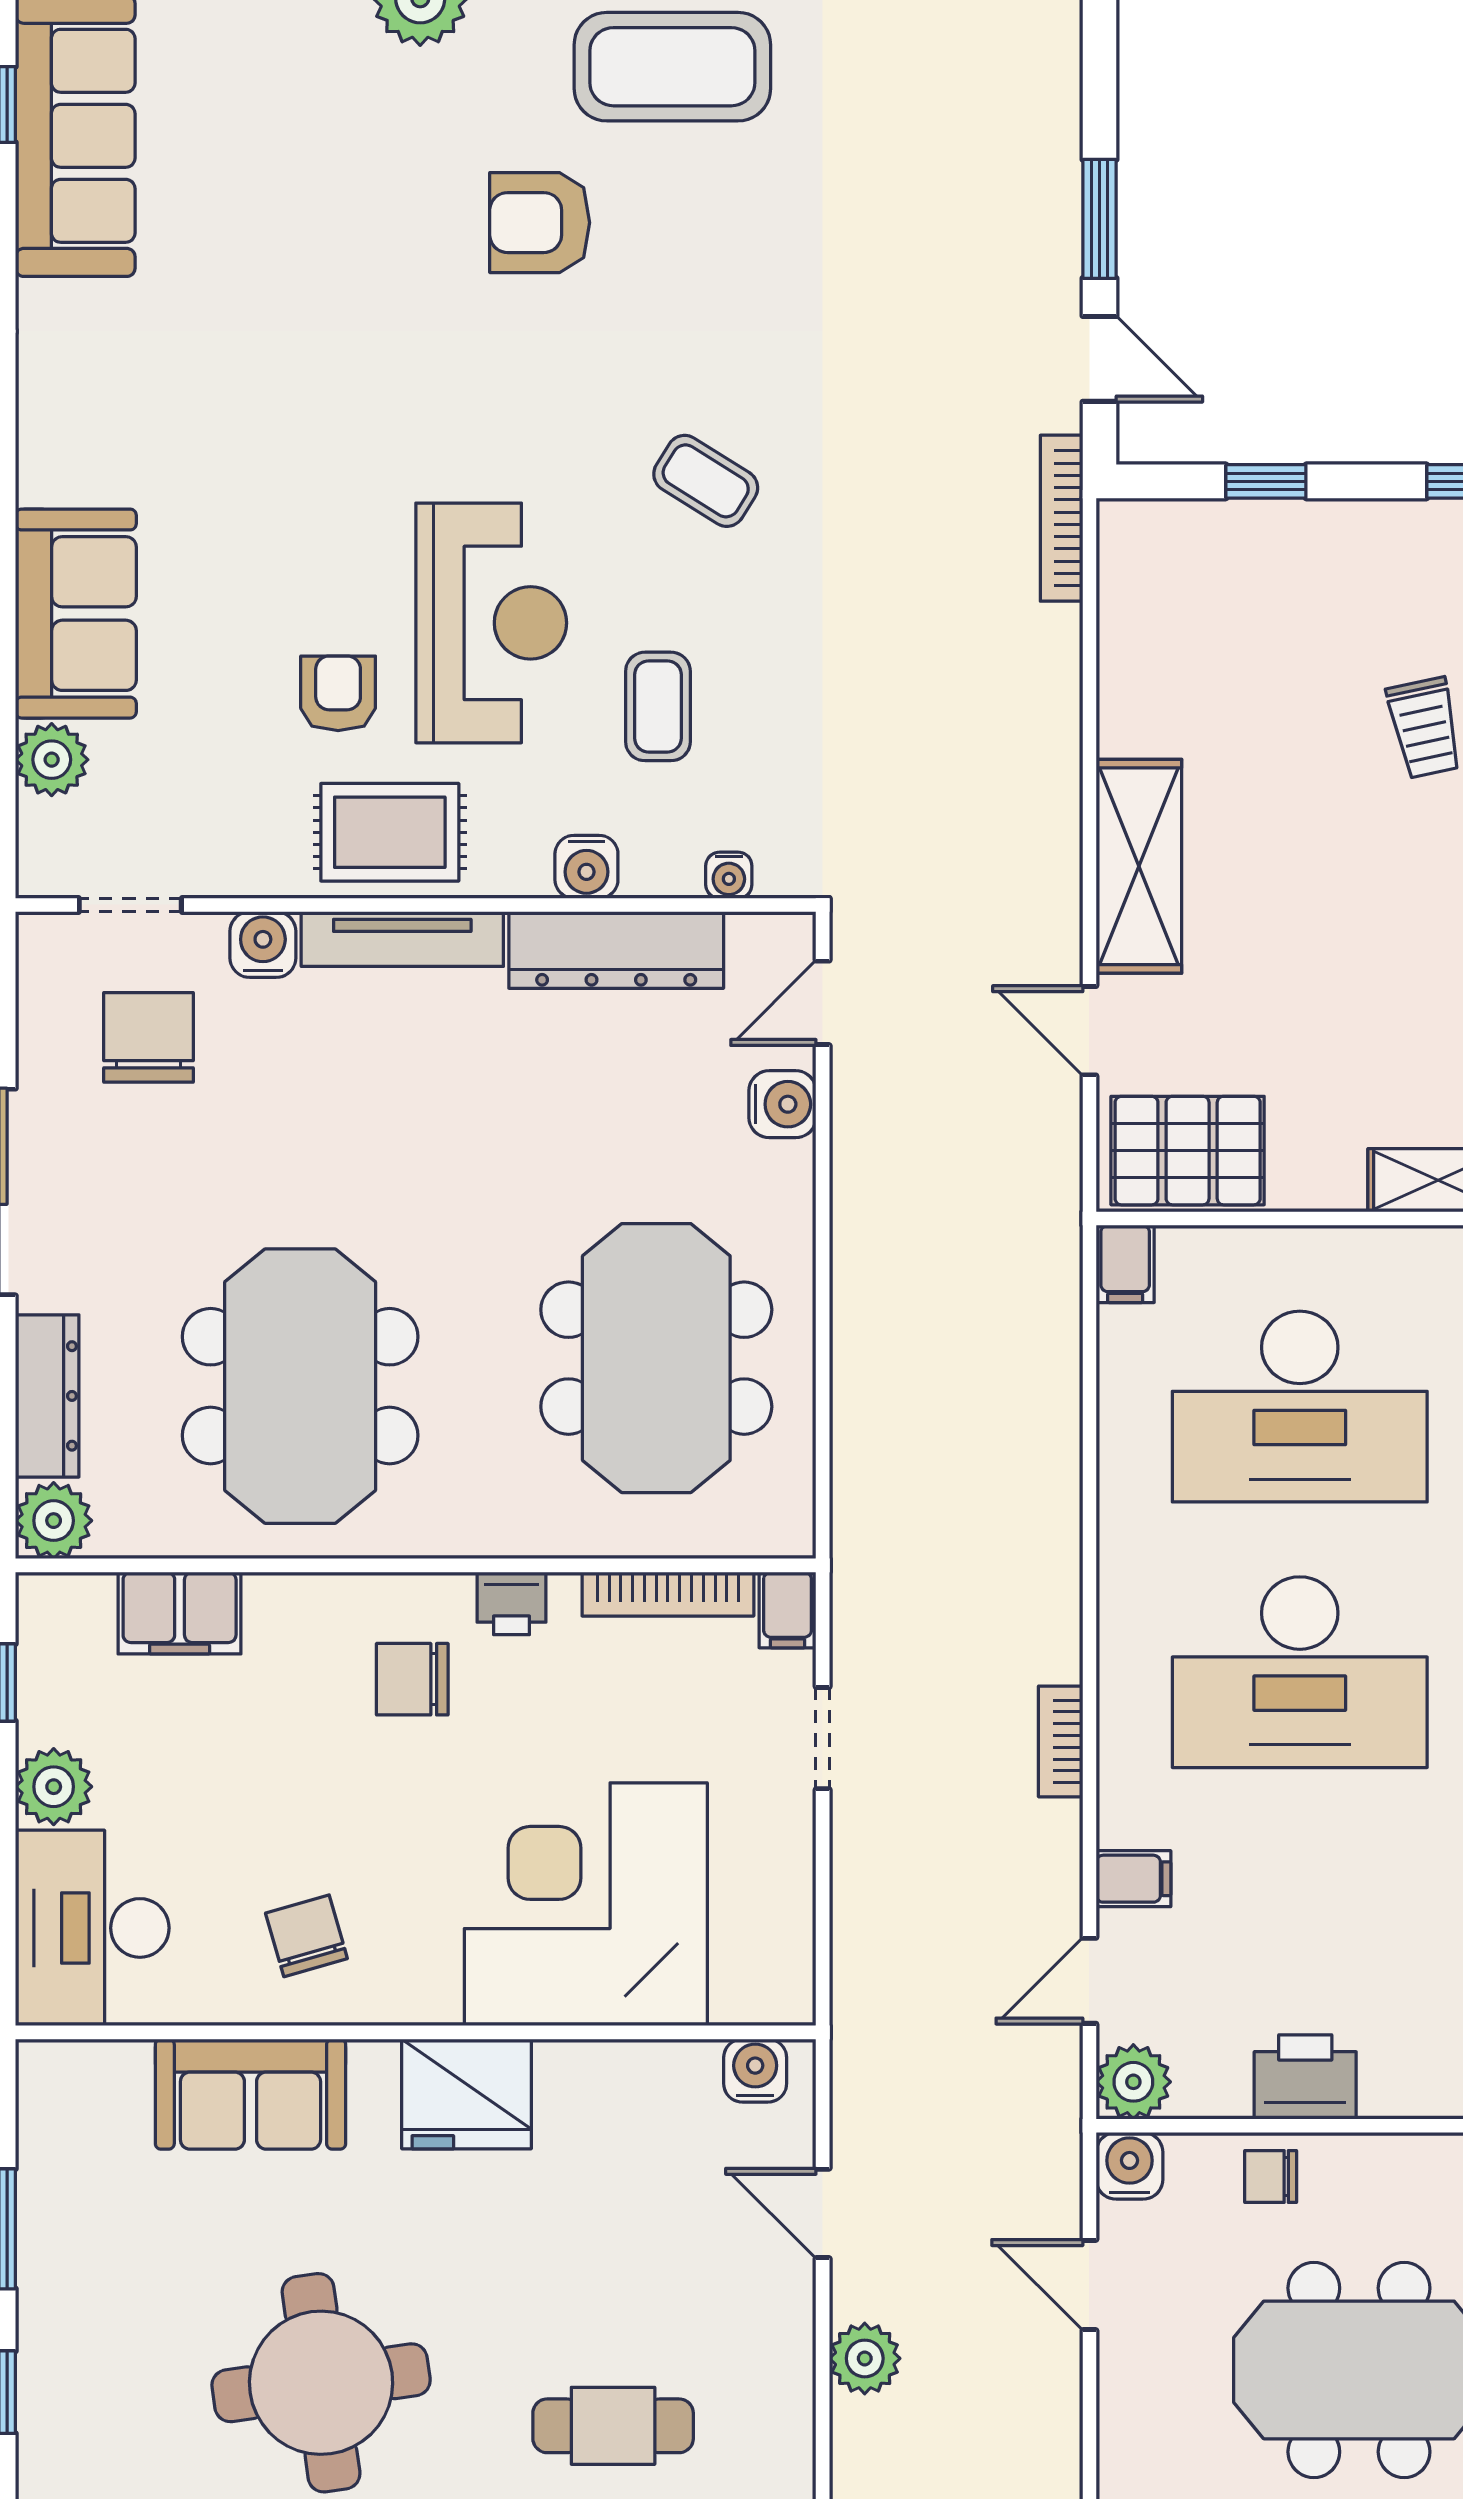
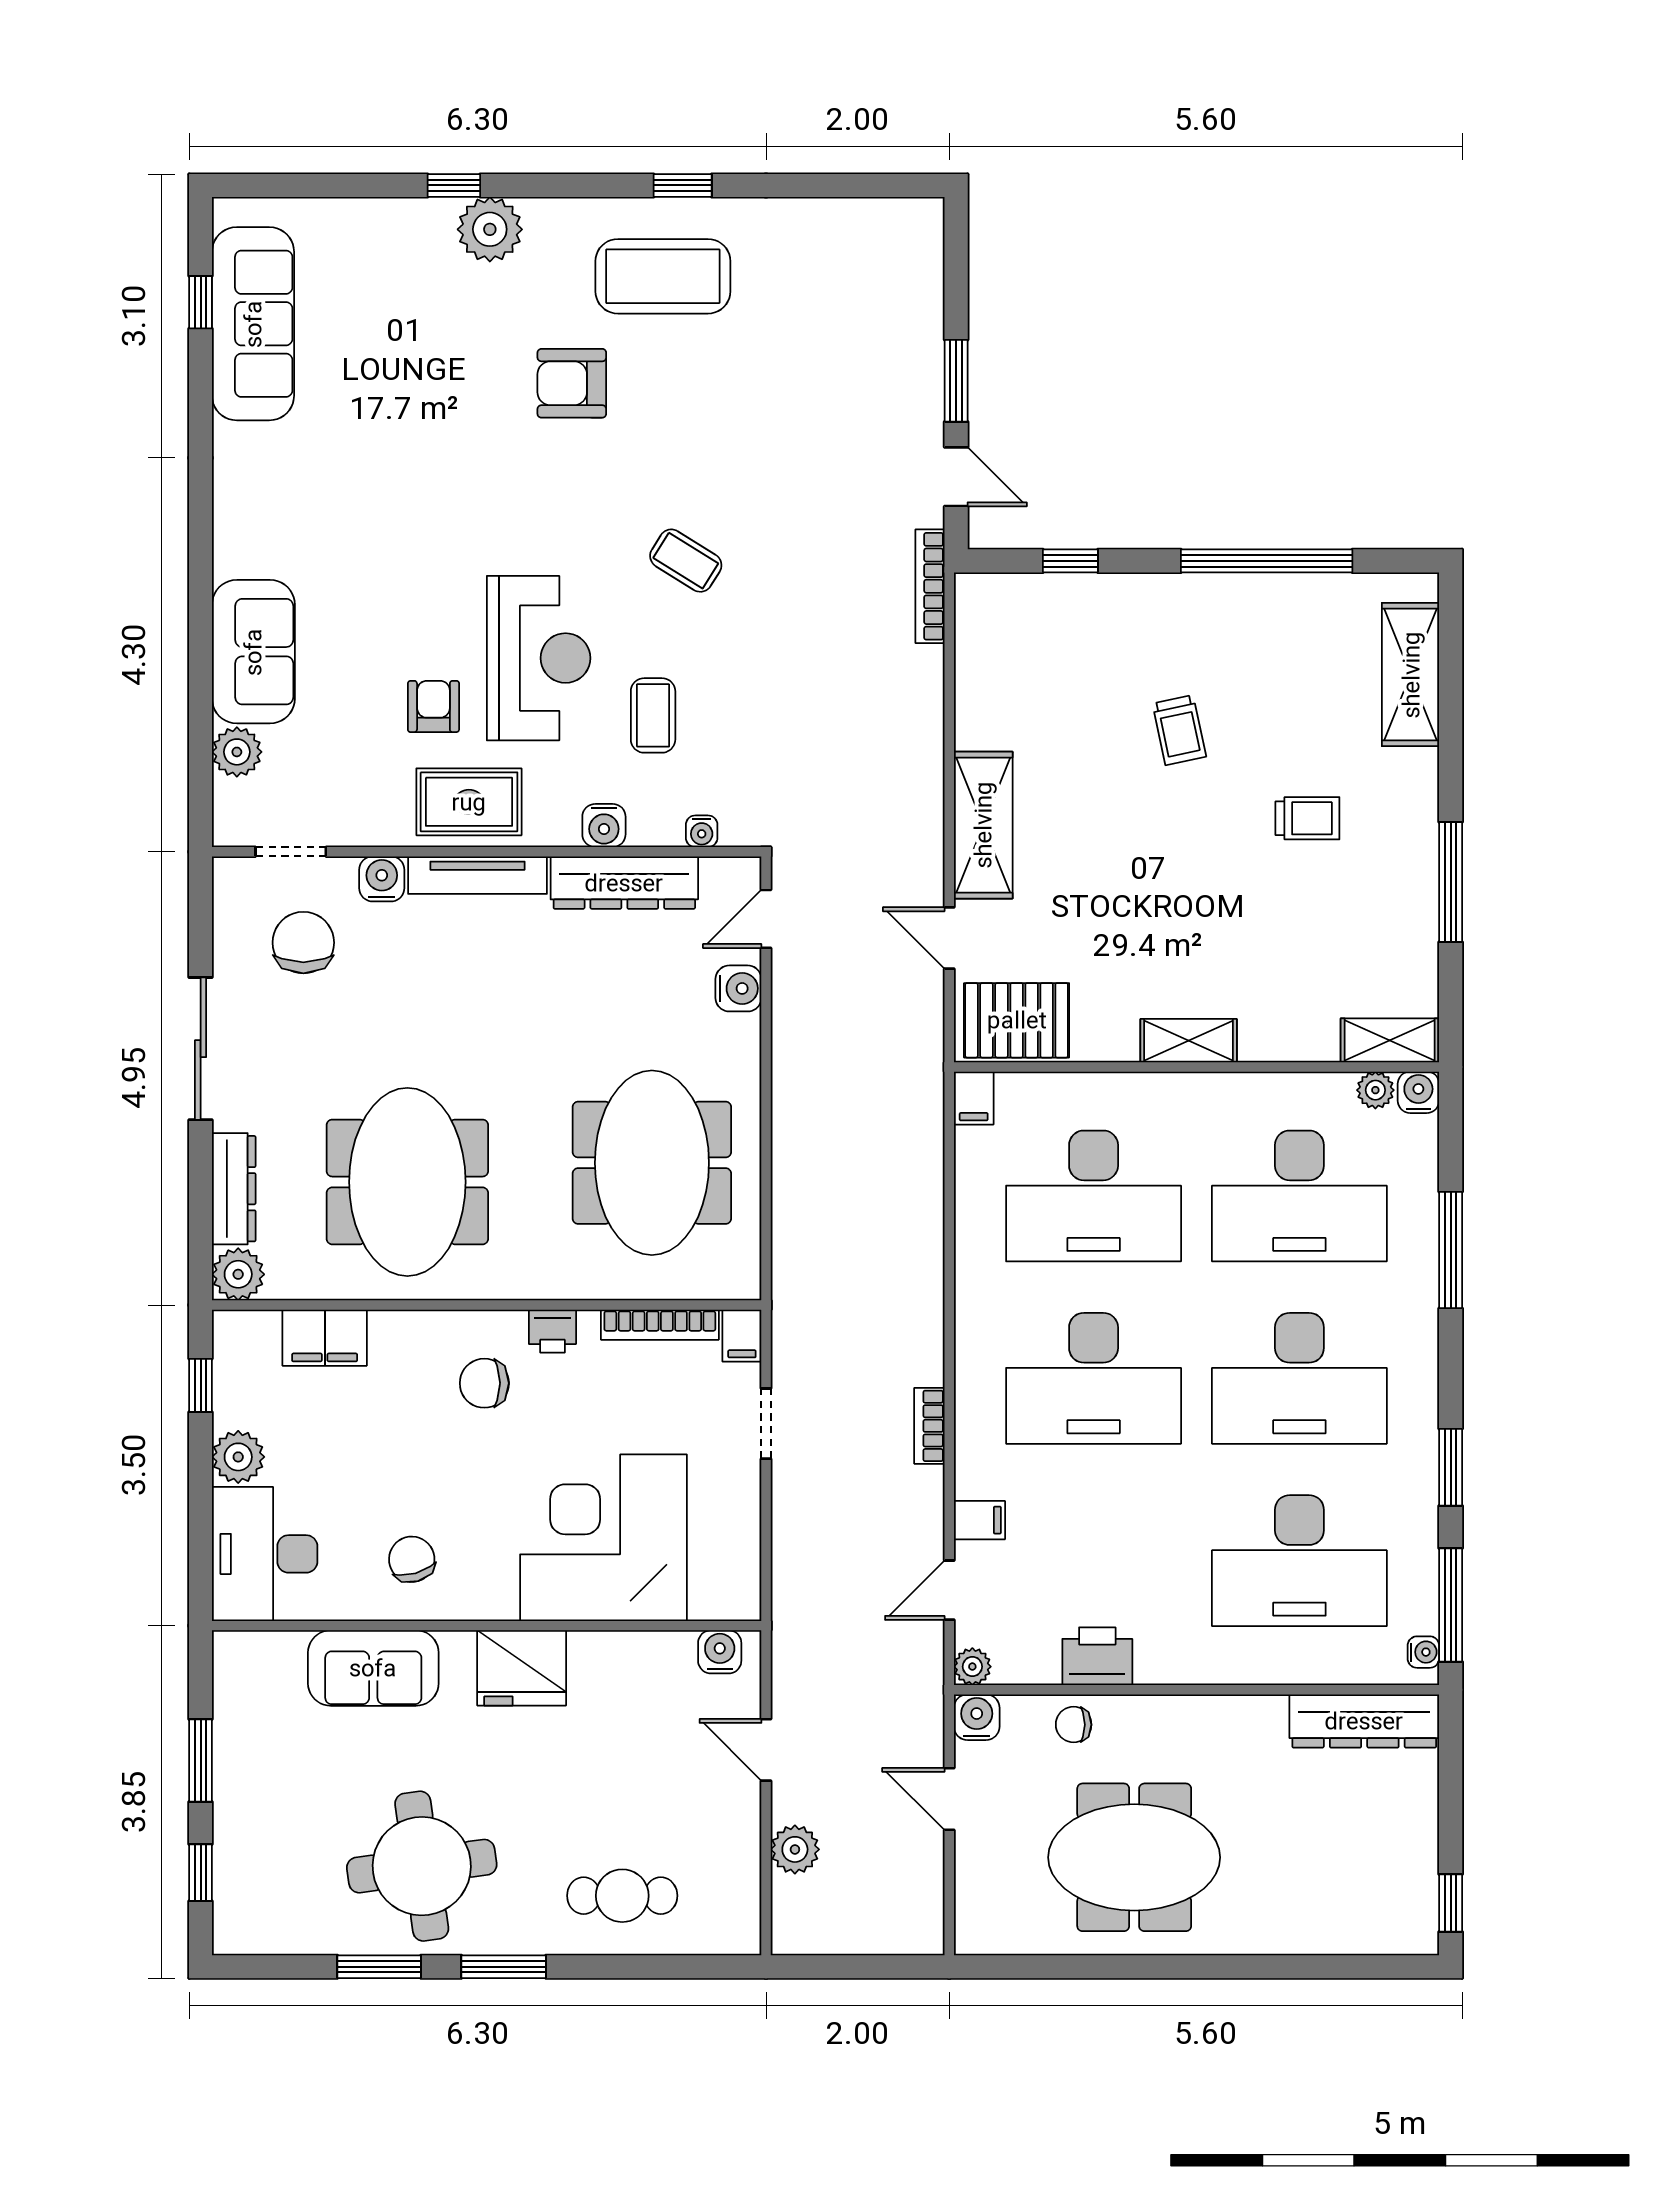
plant: (1133, 2082) -> (972, 1667), width x0.73, depth x0.73

